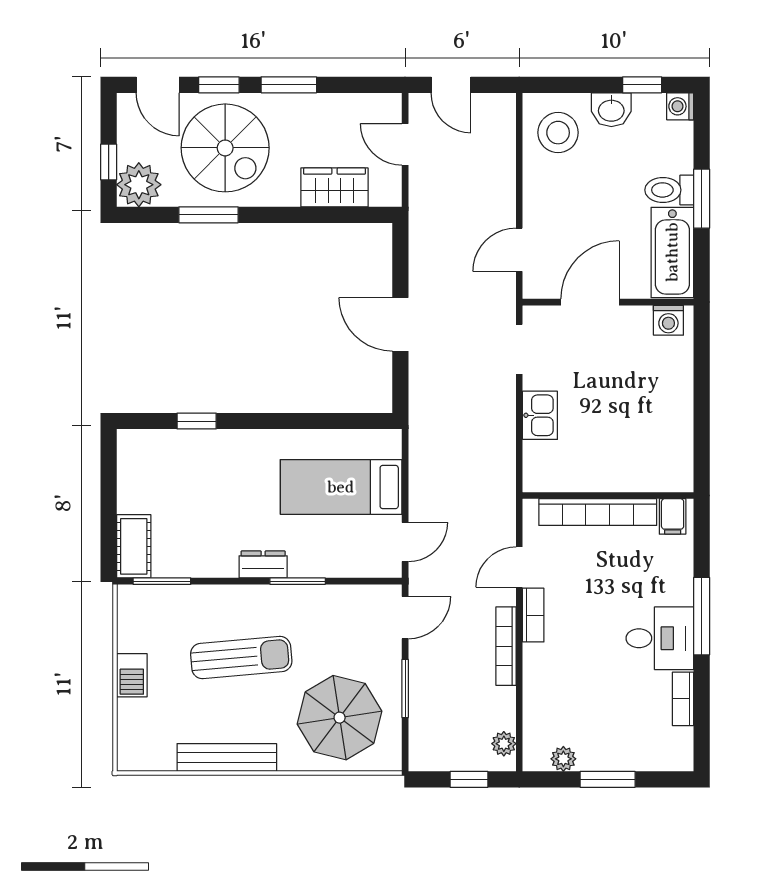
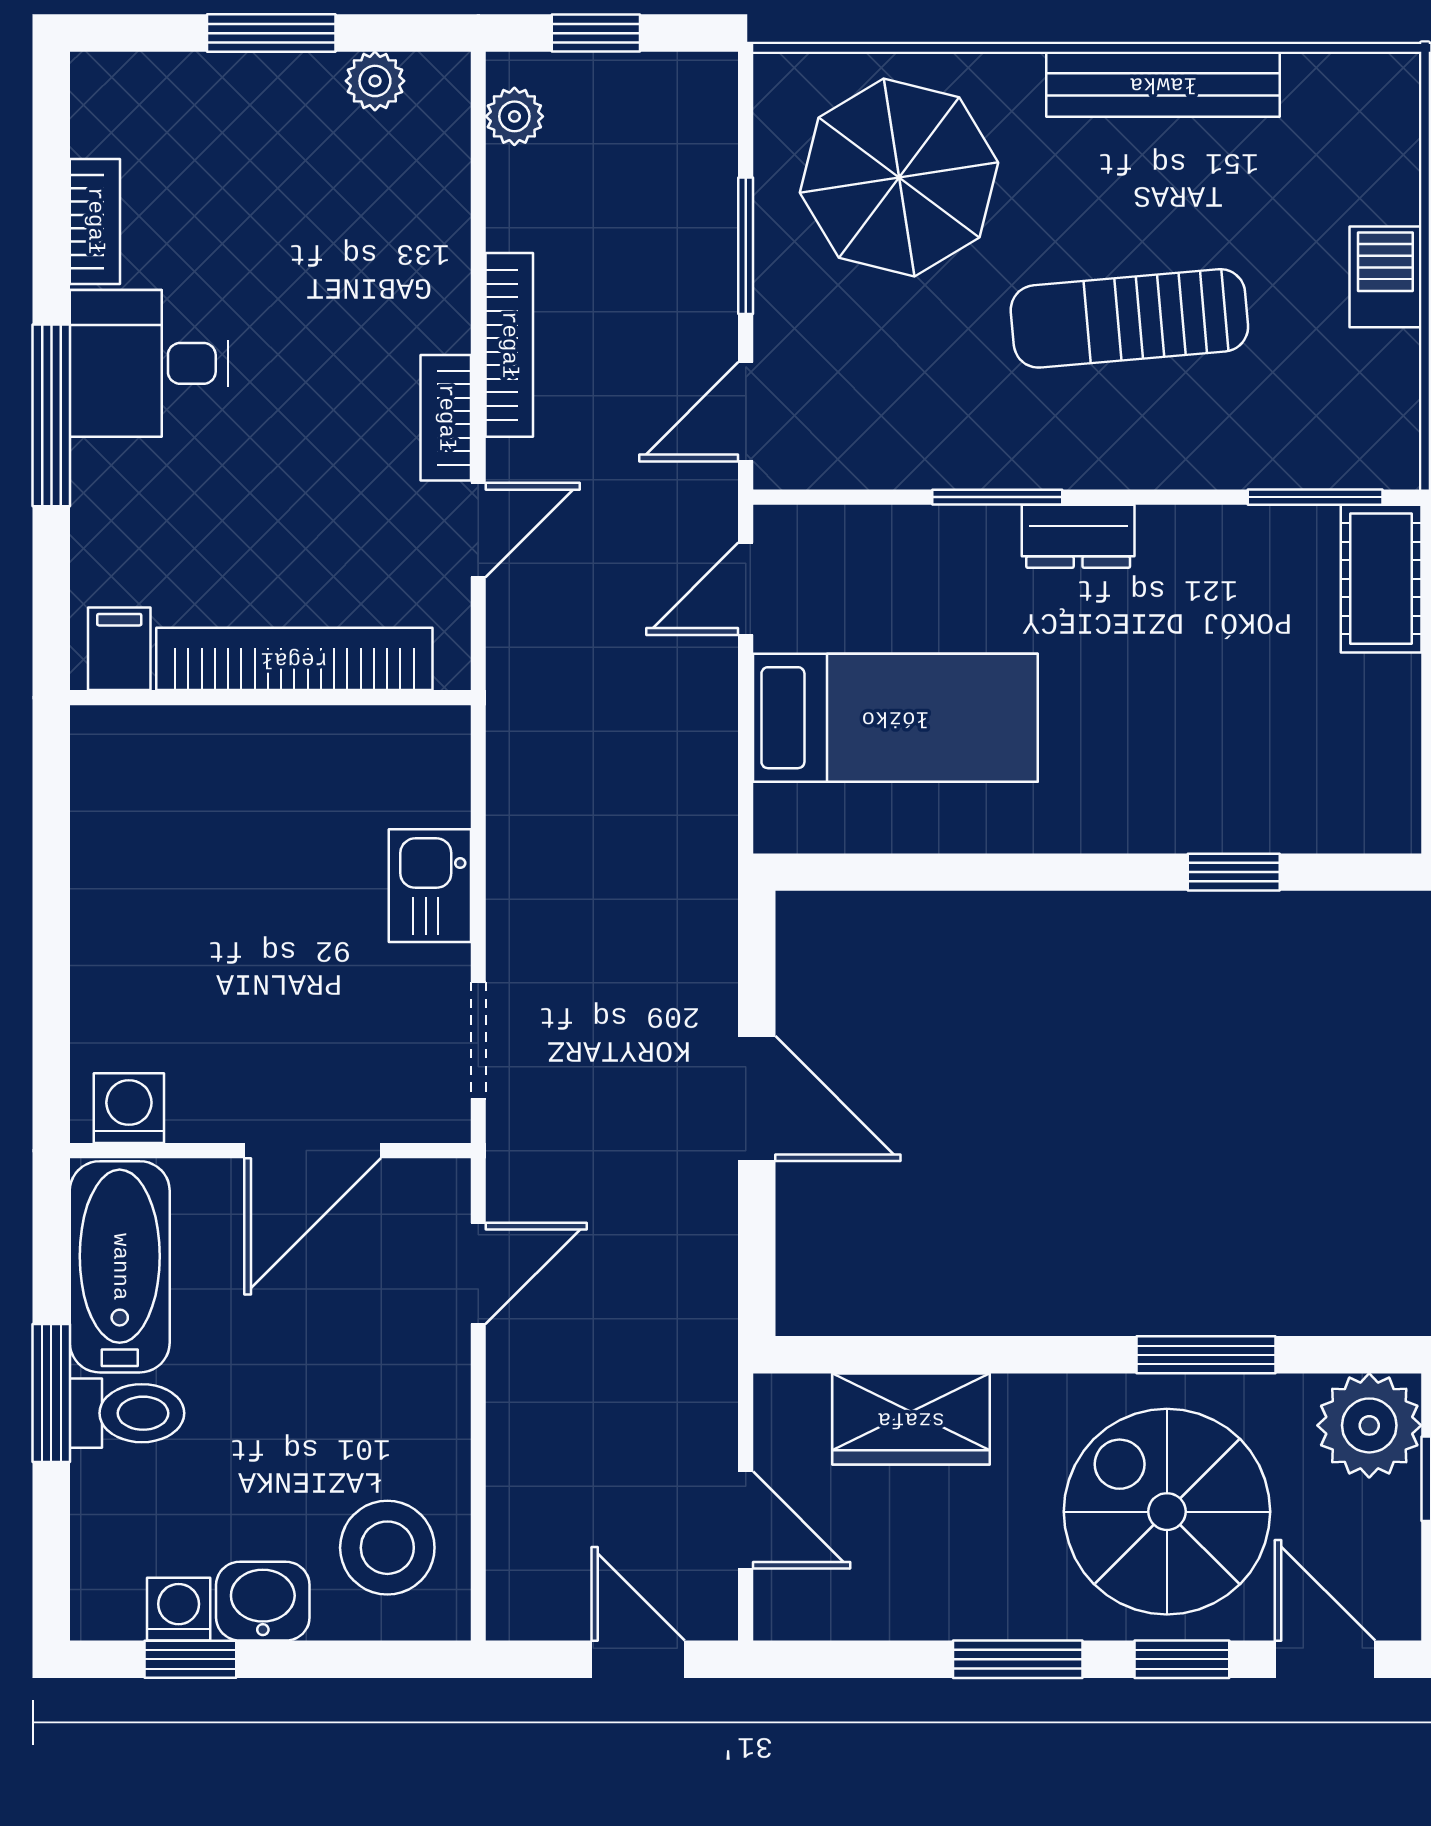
washing machine: (680, 106) -> (179, 1609), moved, turned -90

